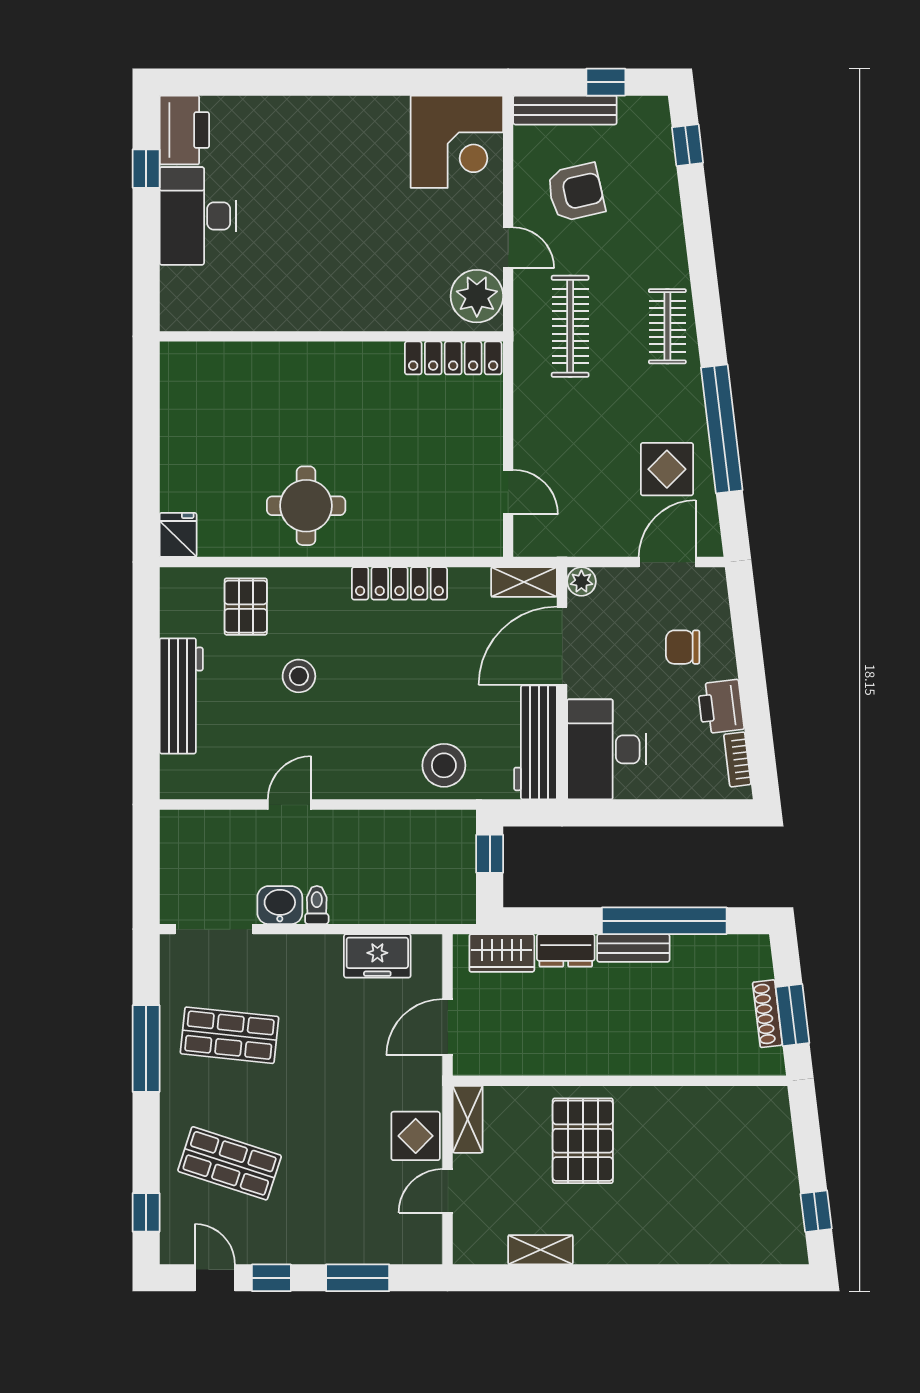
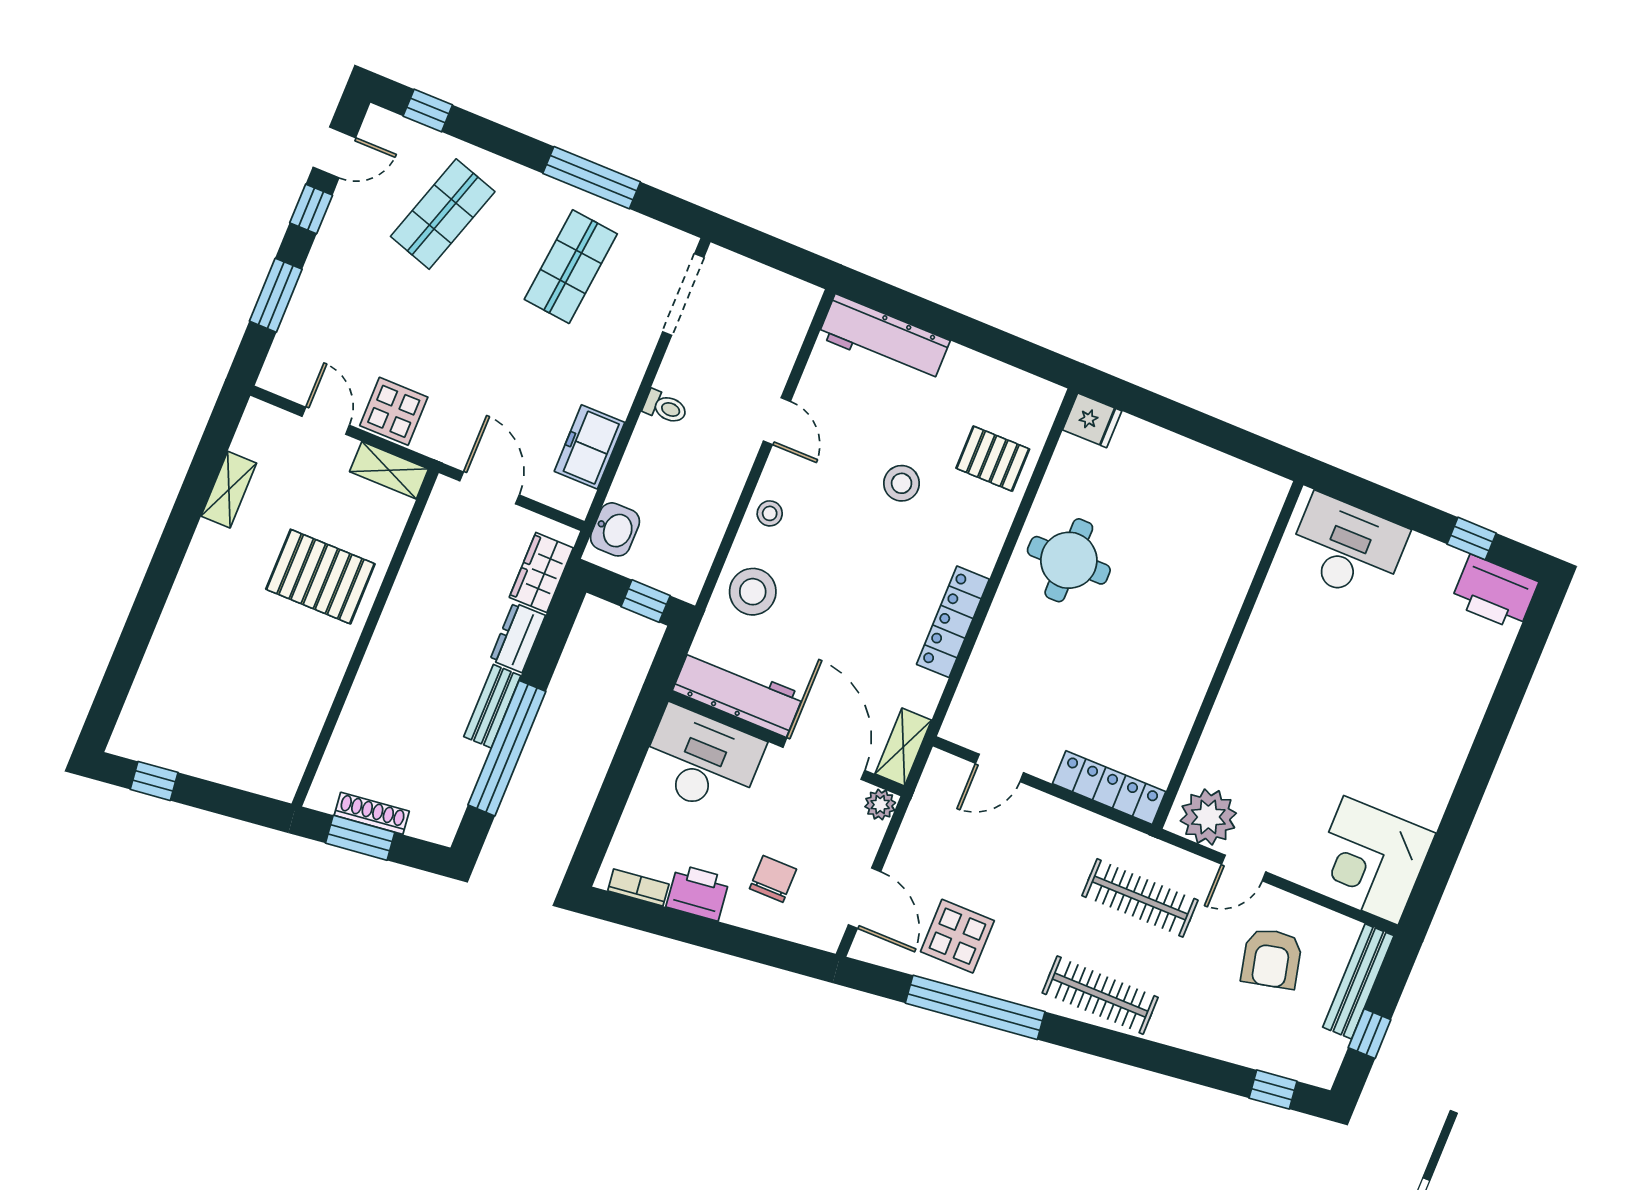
desk: (198, 216) -> (1347, 548), moved
clothes rail: (667, 326) -> (1100, 995), width x1.36
locker: (453, 358) -> (1109, 788), moved, turned 90
workbench: (181, 696) -> (884, 339), moved
stool: (371, 778) -> (770, 513), added
washbasin: (280, 905) -> (615, 529), moved

